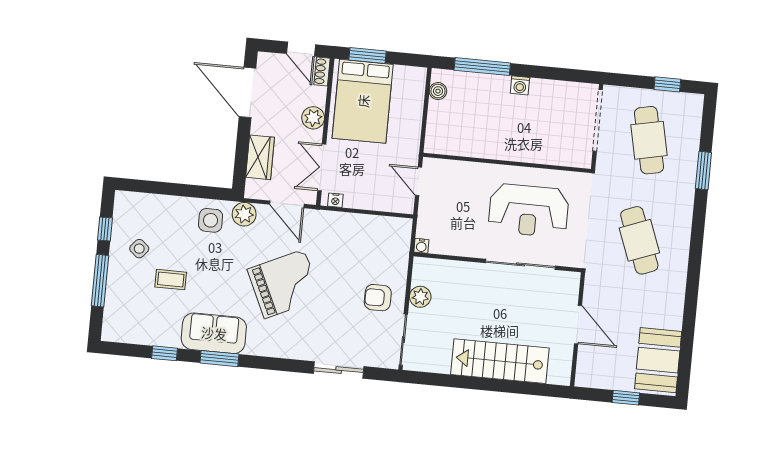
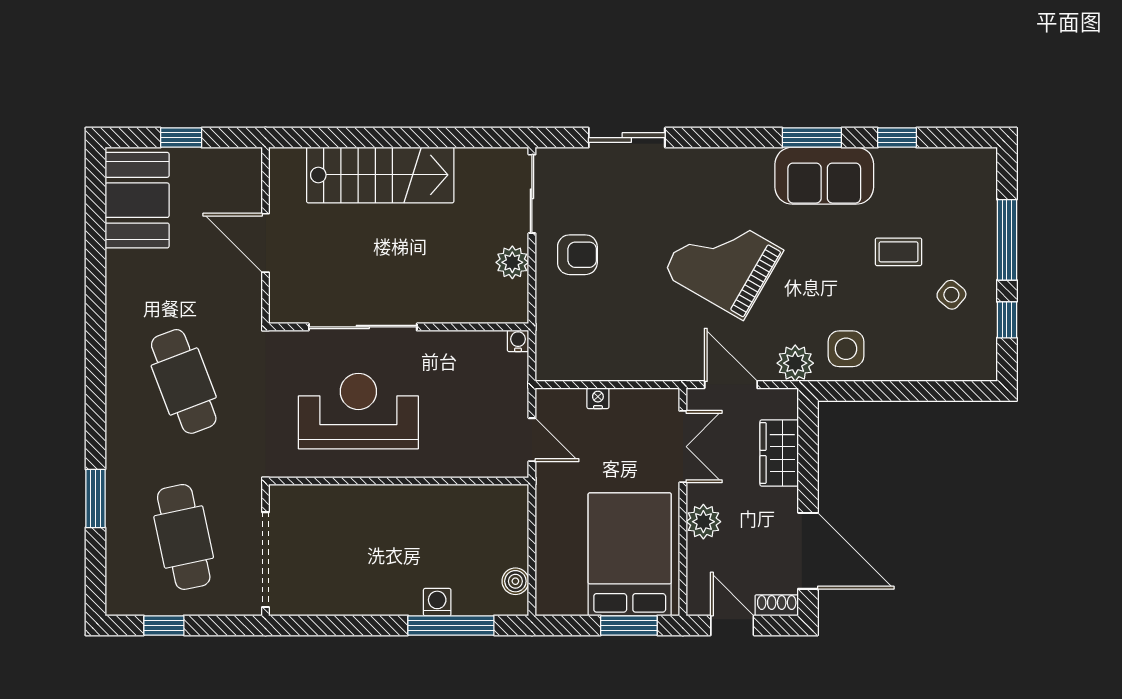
shoe rack: (322, 71) -> (777, 605), moved, turned -90
washing machine: (520, 85) -> (437, 602), moved
nightstand: (335, 200) -> (598, 398), moved
grand piano: (284, 284) -> (723, 262), turned 55

